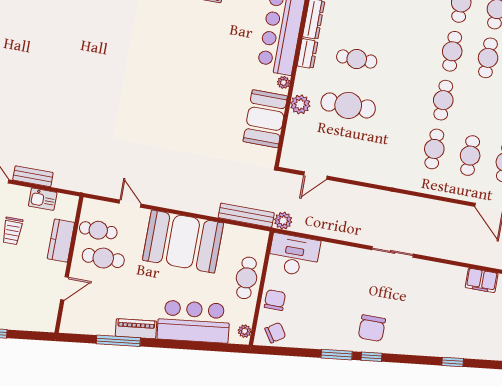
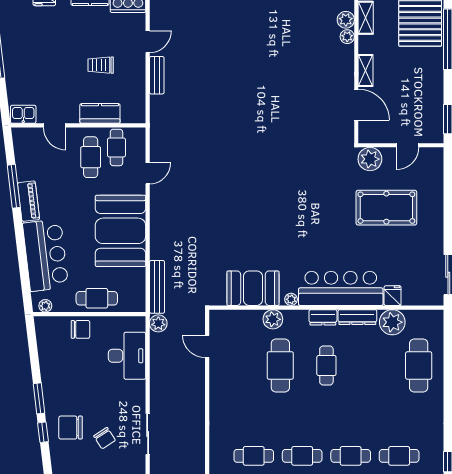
kitchen sink: (43, 199) -> (23, 114), moved, turned 90
desk: (294, 255) -> (127, 356), moved
chair: (275, 333) -> (105, 438), moved

